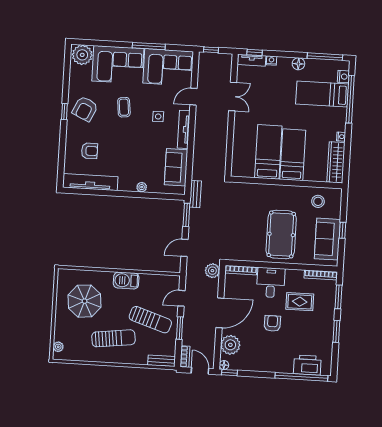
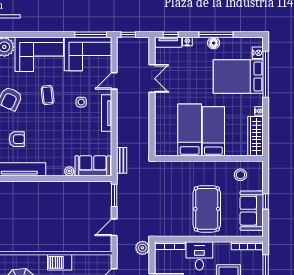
window: (149, 46) -> (91, 35), moved
window: (325, 57) -> (216, 35), moved
bed: (322, 94) -> (238, 77), width x1.50
sofa: (176, 167) -> (93, 166), moved, turned 90
bench: (195, 194) -> (122, 160), moved

